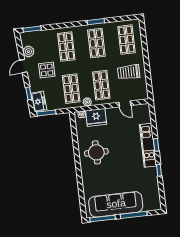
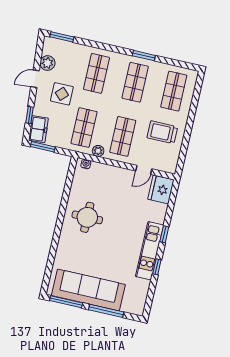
door: (125, 104) -> (144, 170), hinge flipped
fridge: (96, 117) -> (161, 189), moved, turned 90
kitchen unit: (148, 145) -> (150, 251), moved

